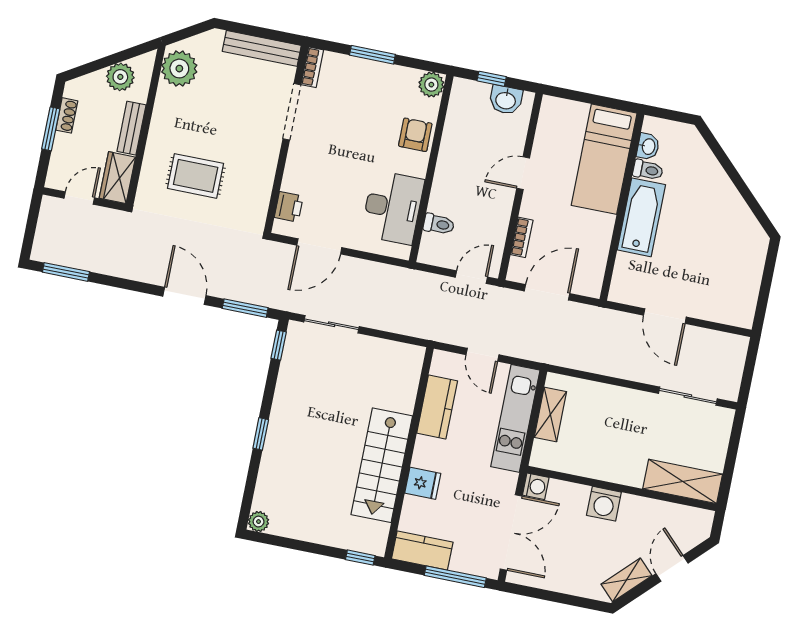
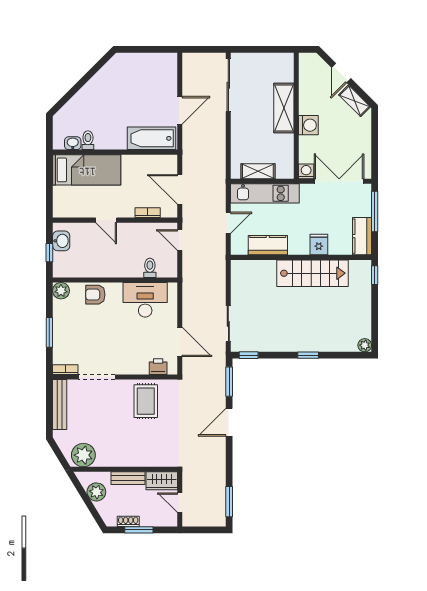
rug: (196, 176) -> (146, 401), moved
bathtub: (641, 217) -> (151, 138), moved
sliding door: (688, 396) -> (228, 85), width x1.37
shelving: (683, 481) -> (284, 108), moved
door: (672, 568) -> (341, 73), hinge flipped

